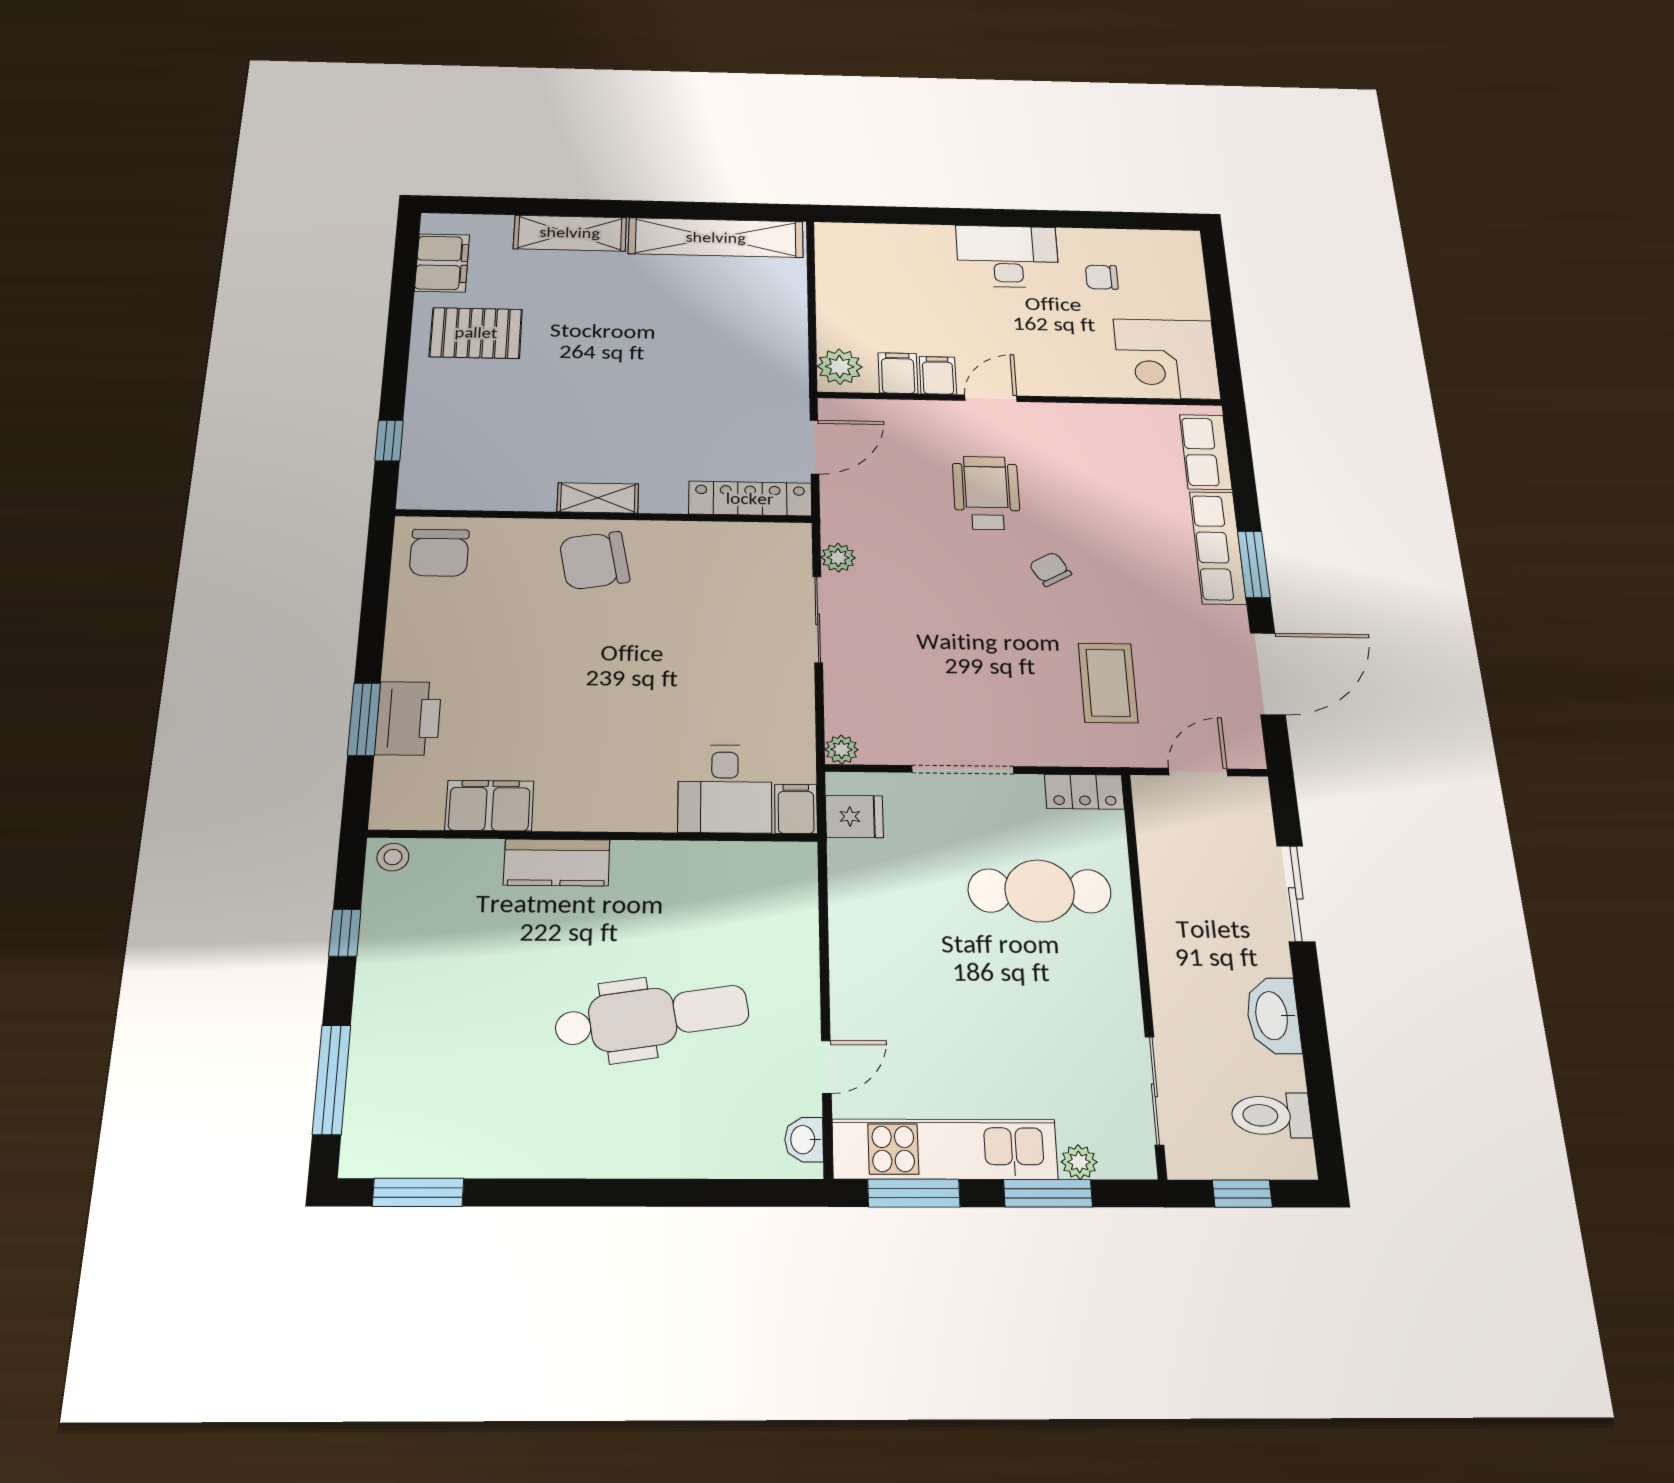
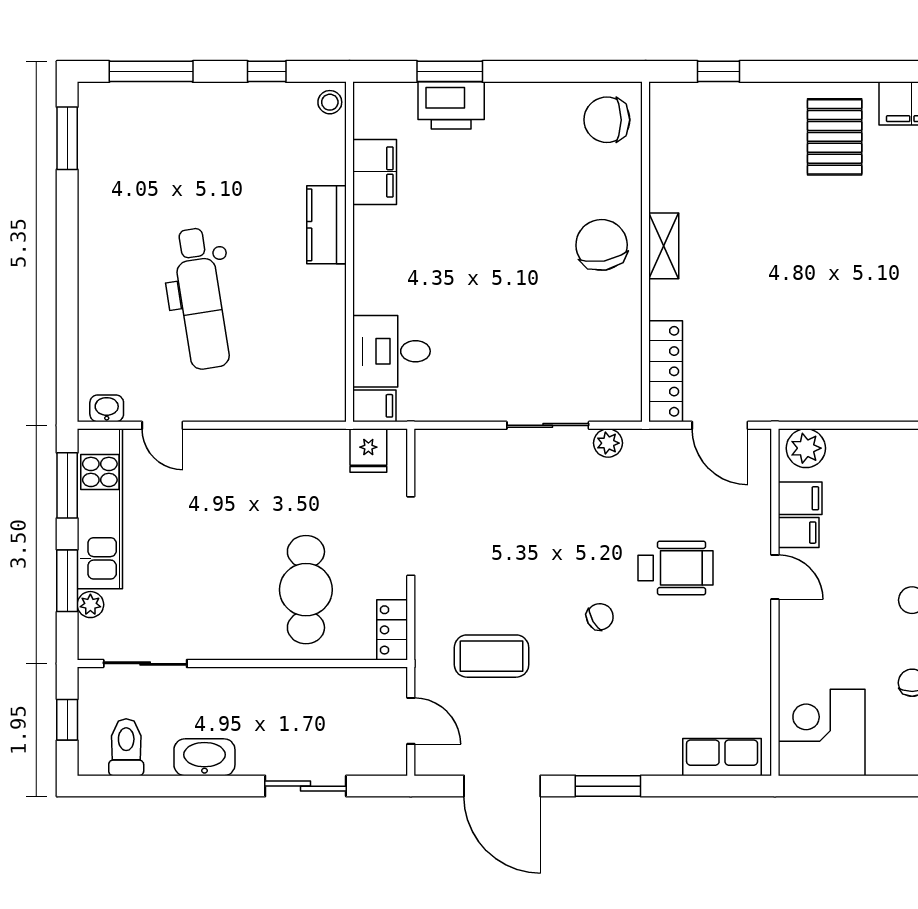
row of seats: (1218, 548) -> (624, 758), removed
plant: (842, 750) -> (427, 442), removed

